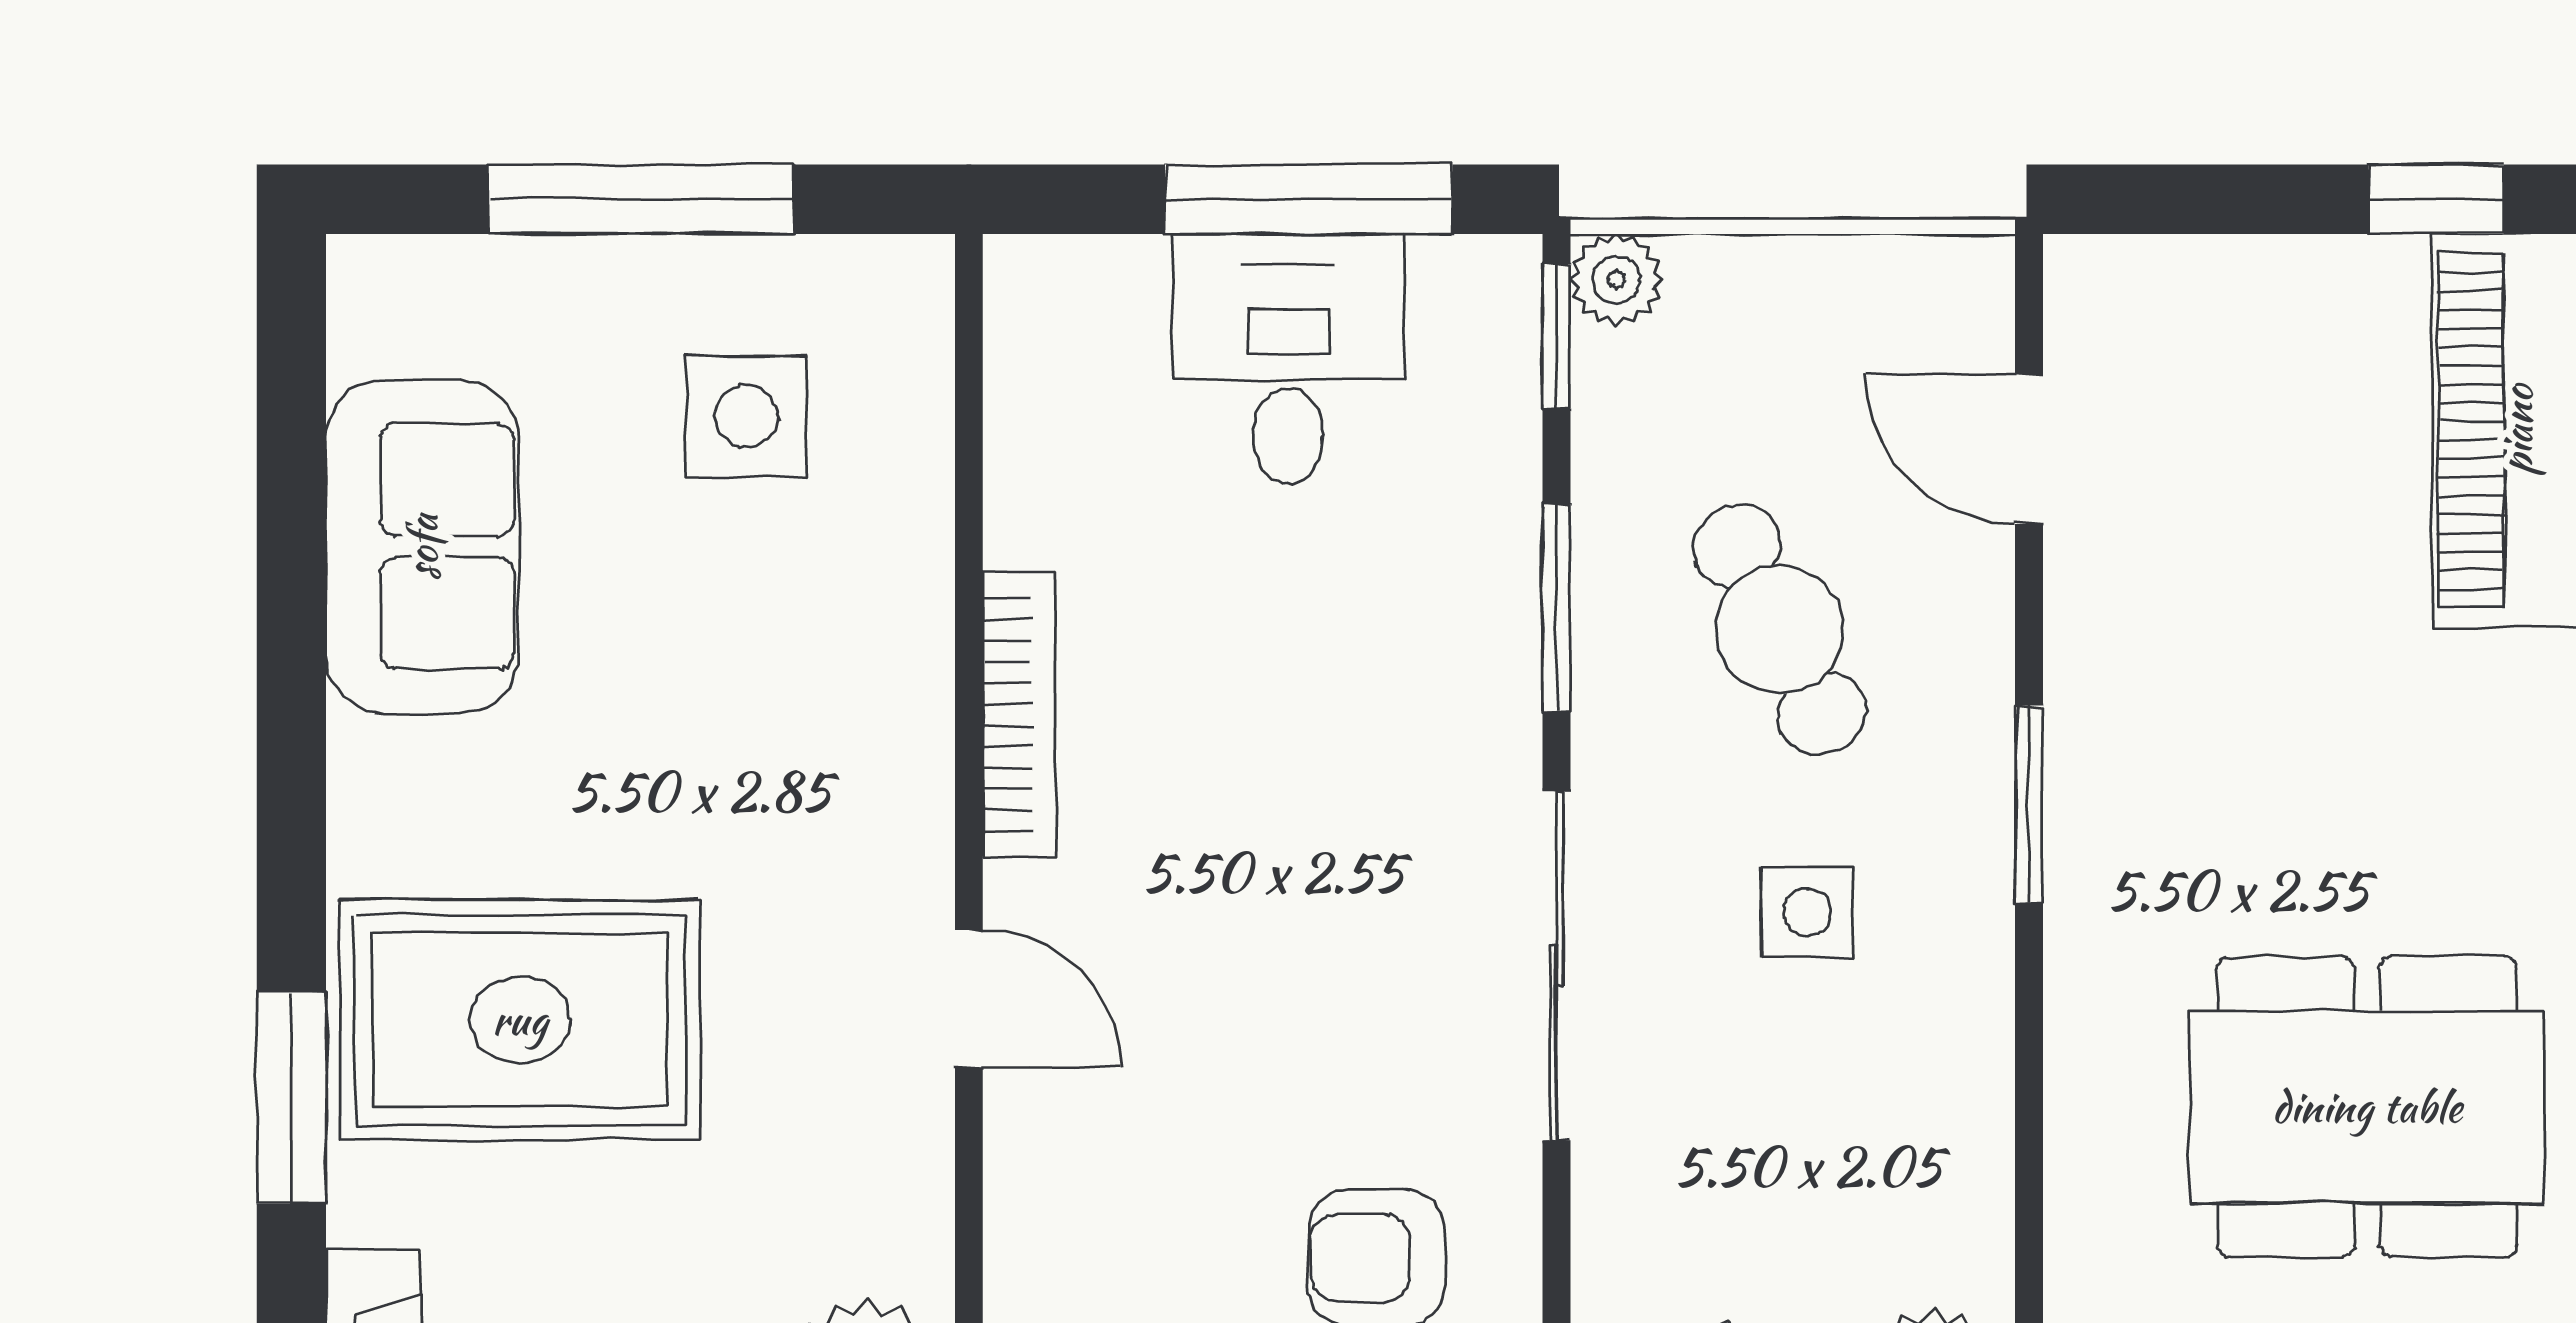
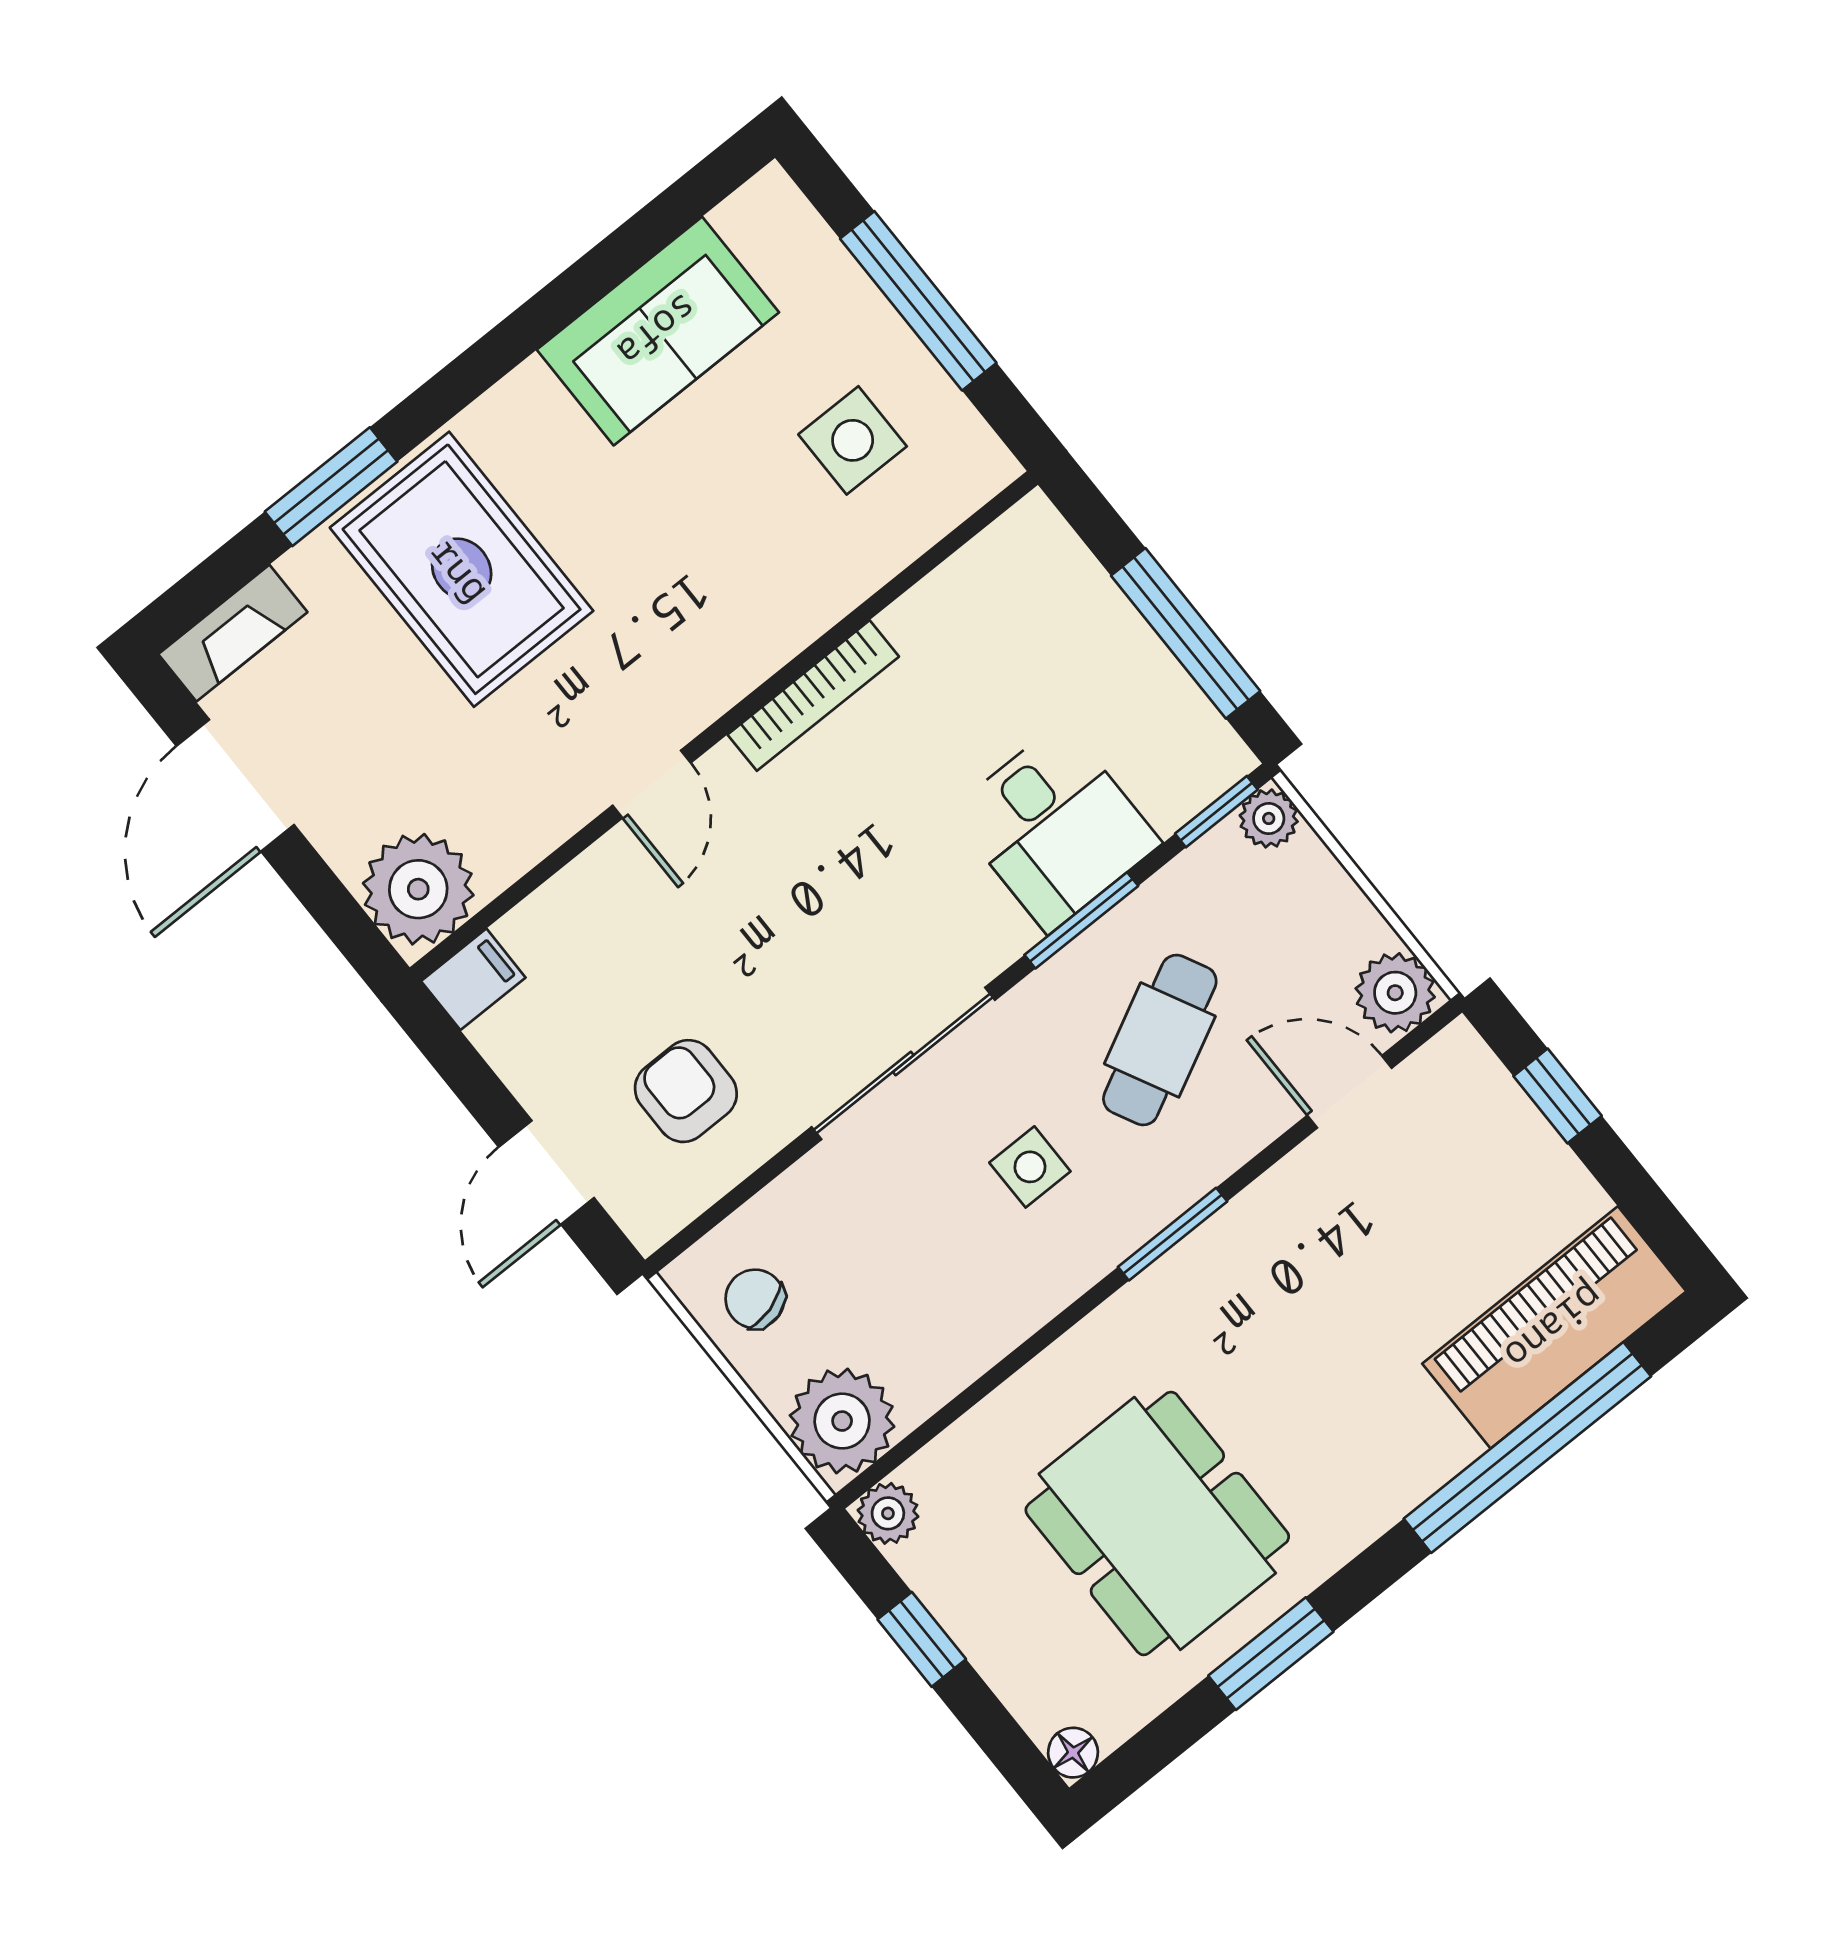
window: (2436, 199) -> (1558, 1096), moved
plant: (1953, 296) -> (1395, 993), added
desk: (1288, 359) -> (1055, 827), moved, turned 90
door: (2029, 449) -> (1350, 1092), hinge flipped

